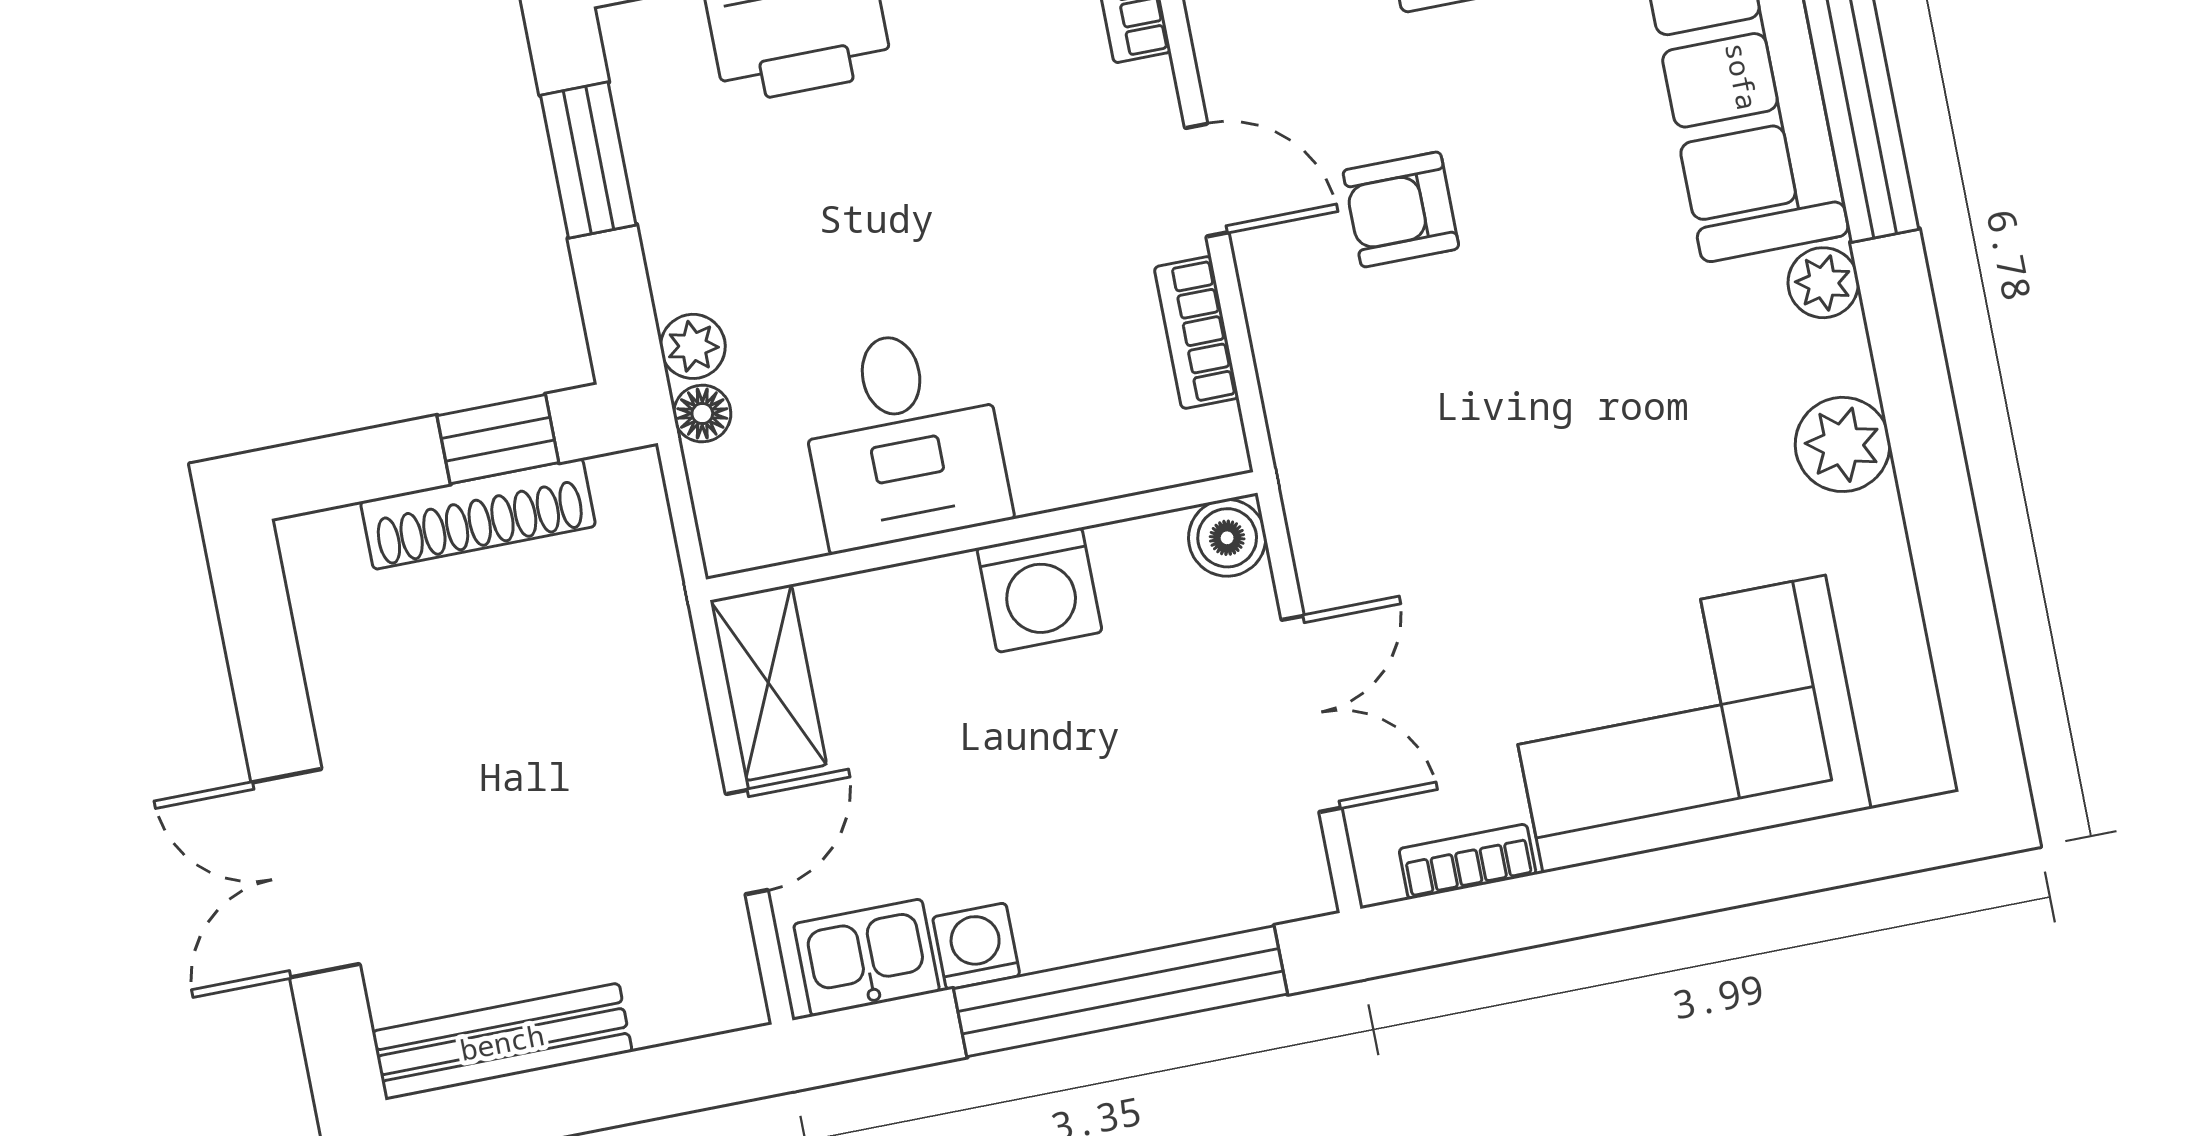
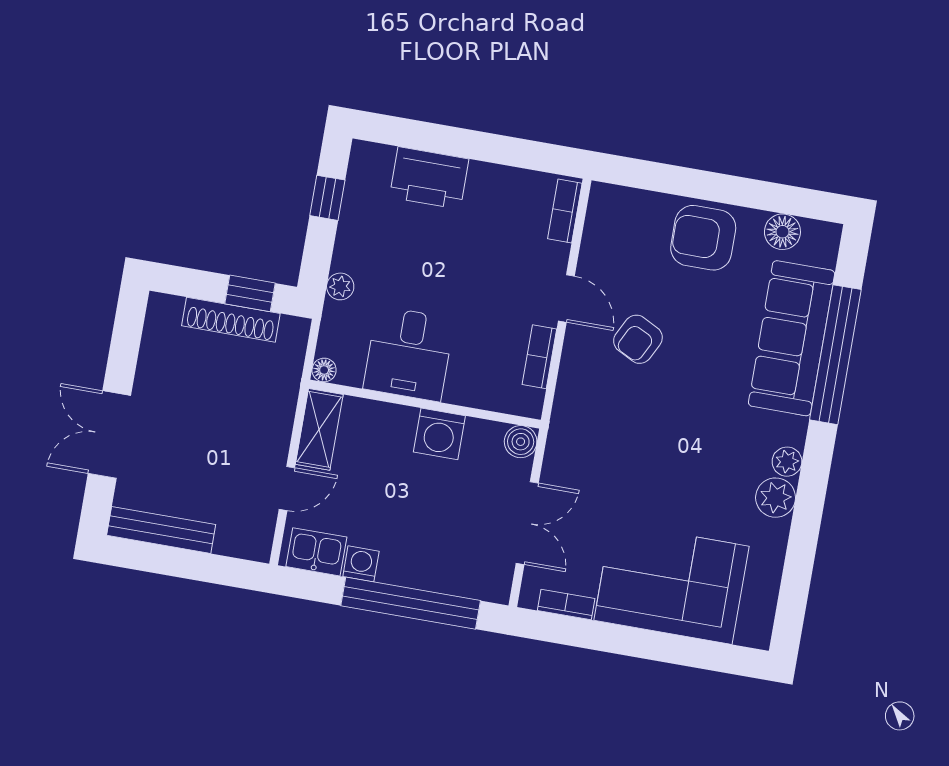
window: (588, 160) -> (327, 198), width x0.67
armchair: (1401, 209) -> (638, 339), turned -63
plant: (1823, 283) -> (787, 462), moved
floor lamp: (702, 413) -> (324, 370), moved

